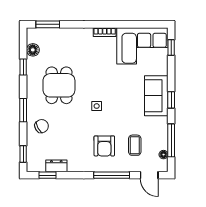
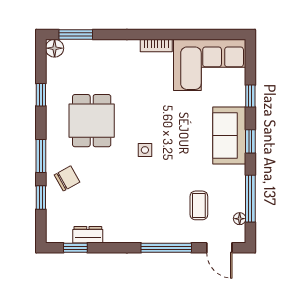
window: (171, 47) -> (250, 96), moved
floor lamp: (33, 50) -> (55, 48), moved
armchair: (104, 146) -> (156, 206), removed
window: (23, 154) -> (41, 198), moved

